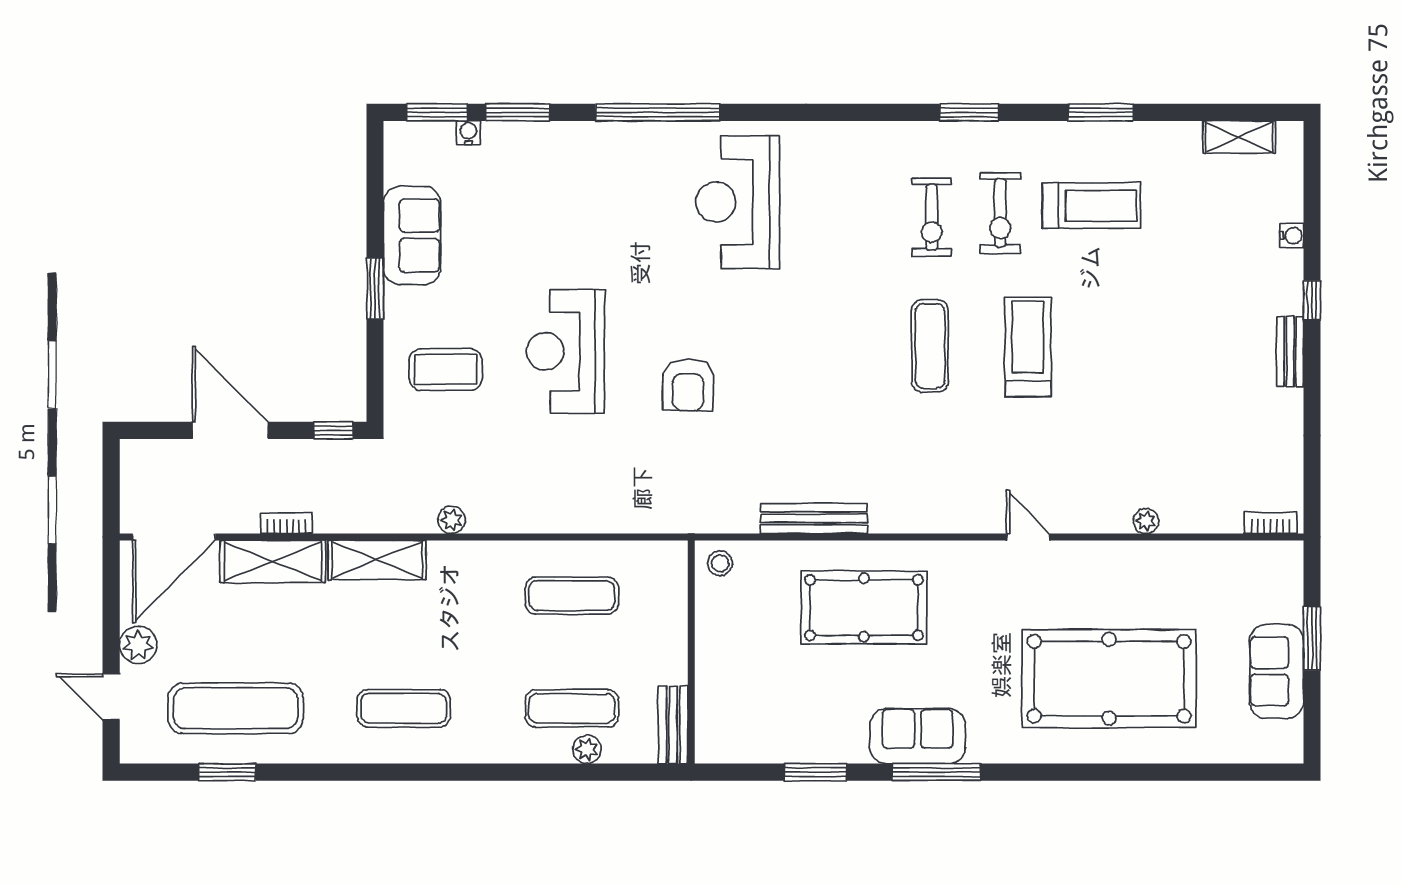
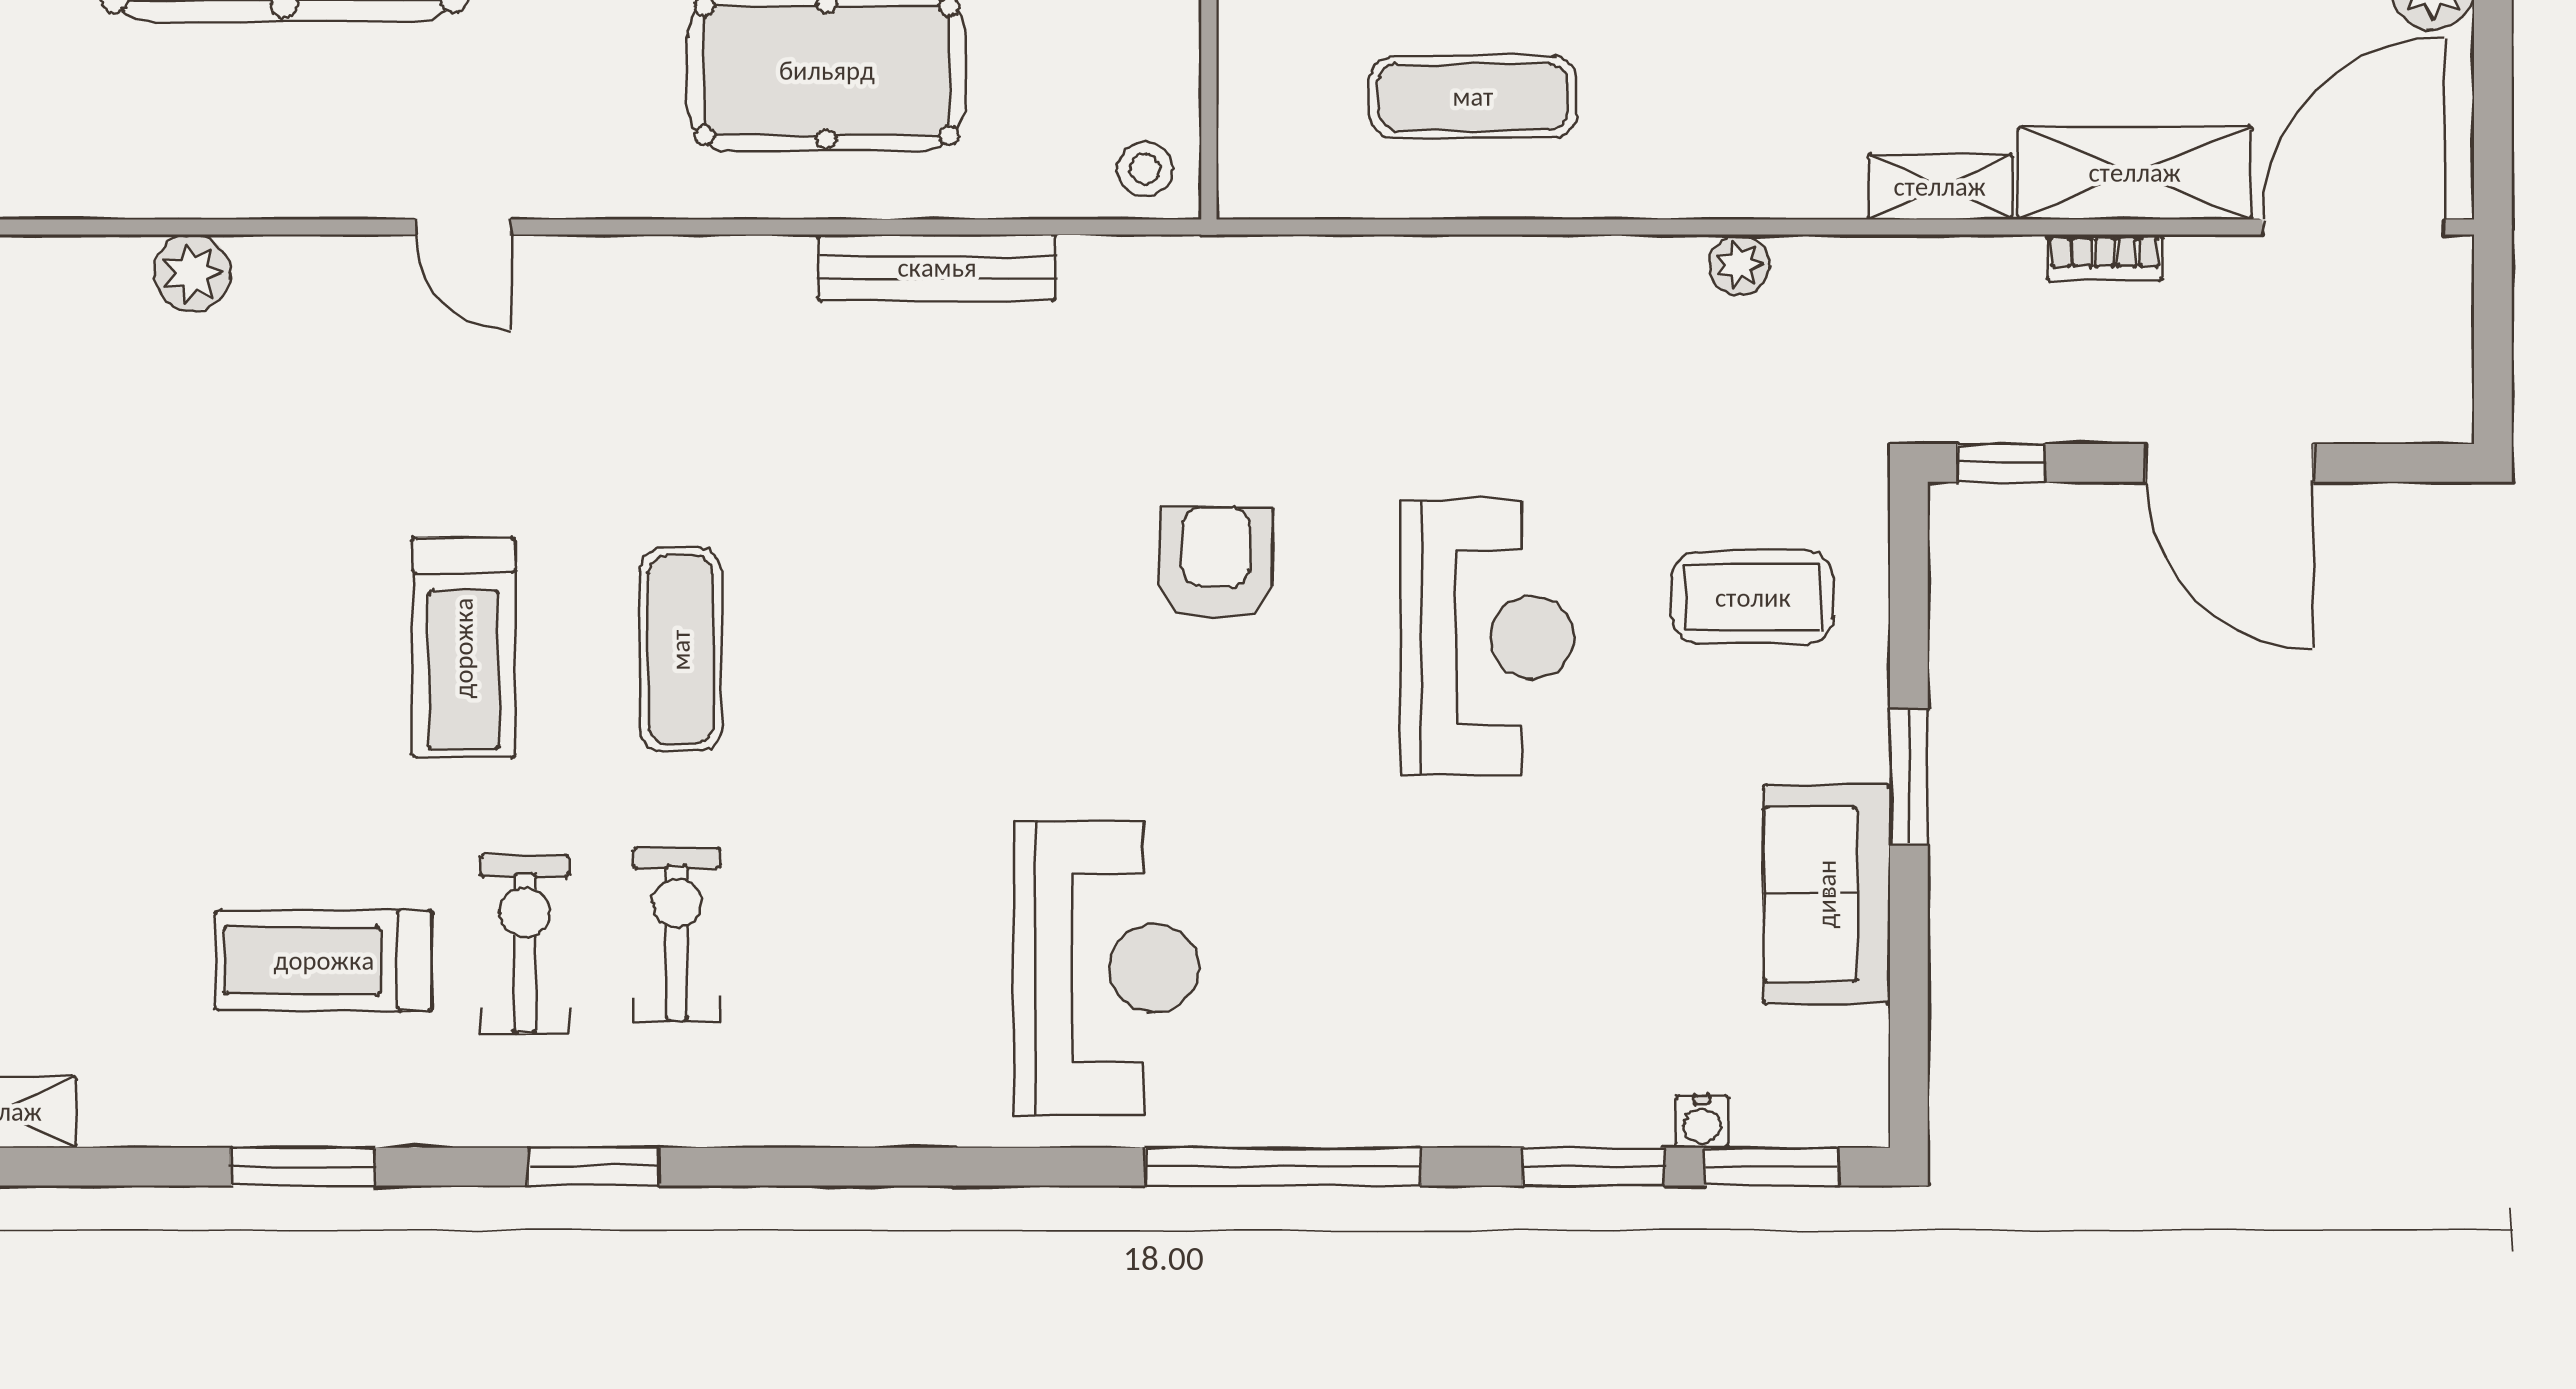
plant: (1146, 521) -> (192, 273), width x1.38, depth x1.38
shelving: (377, 560) -> (1940, 187), width x0.67, depth x0.75

